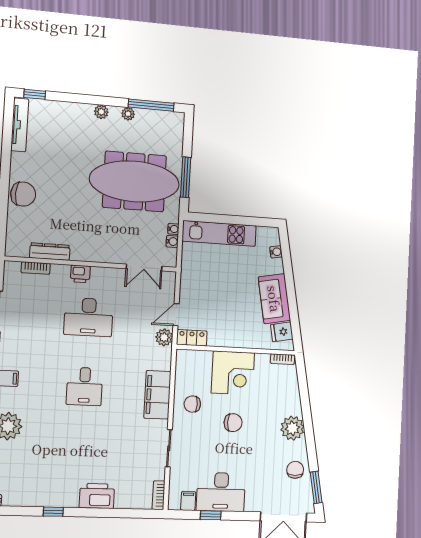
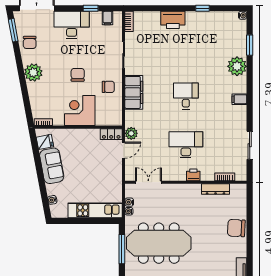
chair: (233, 423) -> (78, 75), turned 90
desk: (221, 492) -> (72, 25), moved

